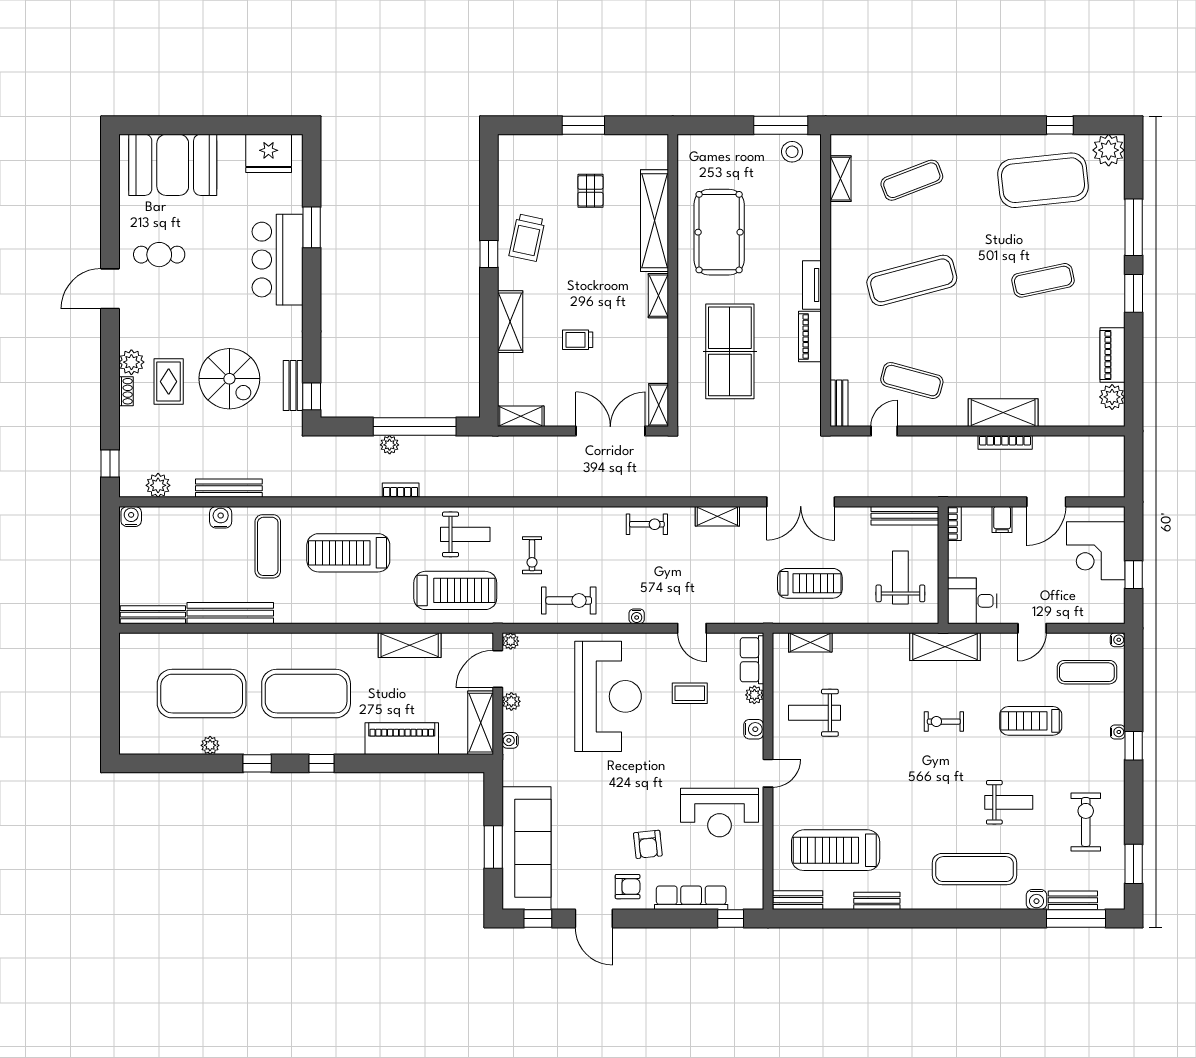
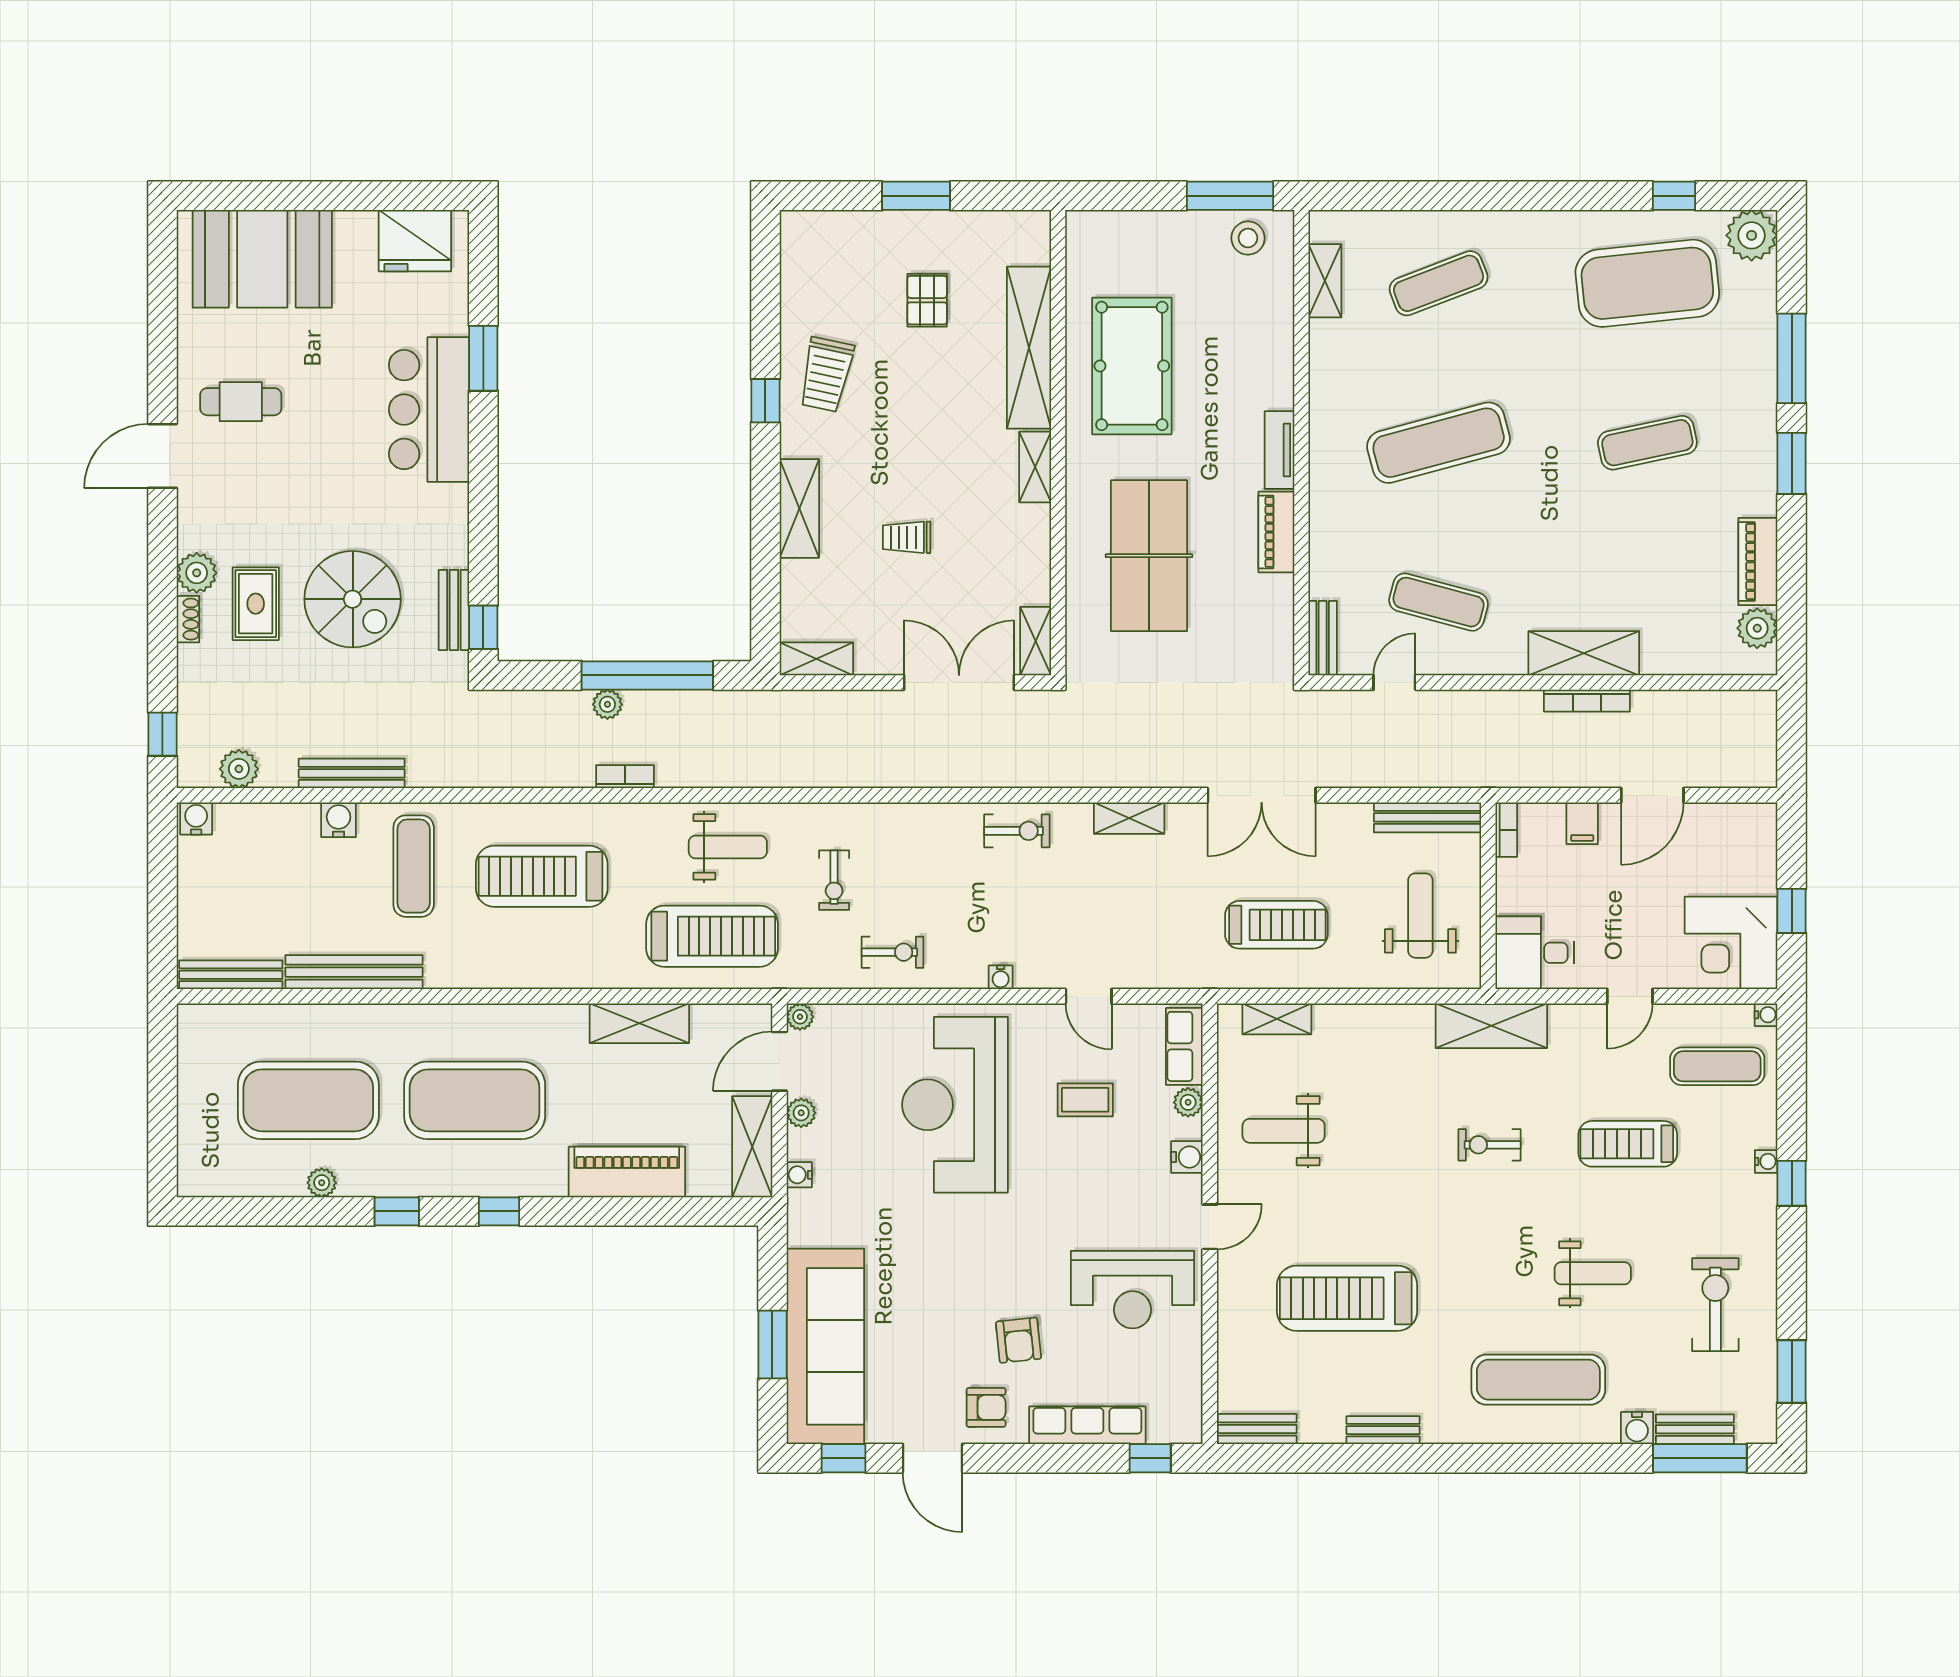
corner desk: (1096, 551) -> (1731, 943), moved
exercise bike: (569, 600) -> (892, 952), width x0.73, depth x0.72
reception desk: (608, 696) -> (955, 1105), turned 180
treadmill: (836, 850) -> (1347, 1298), moved

